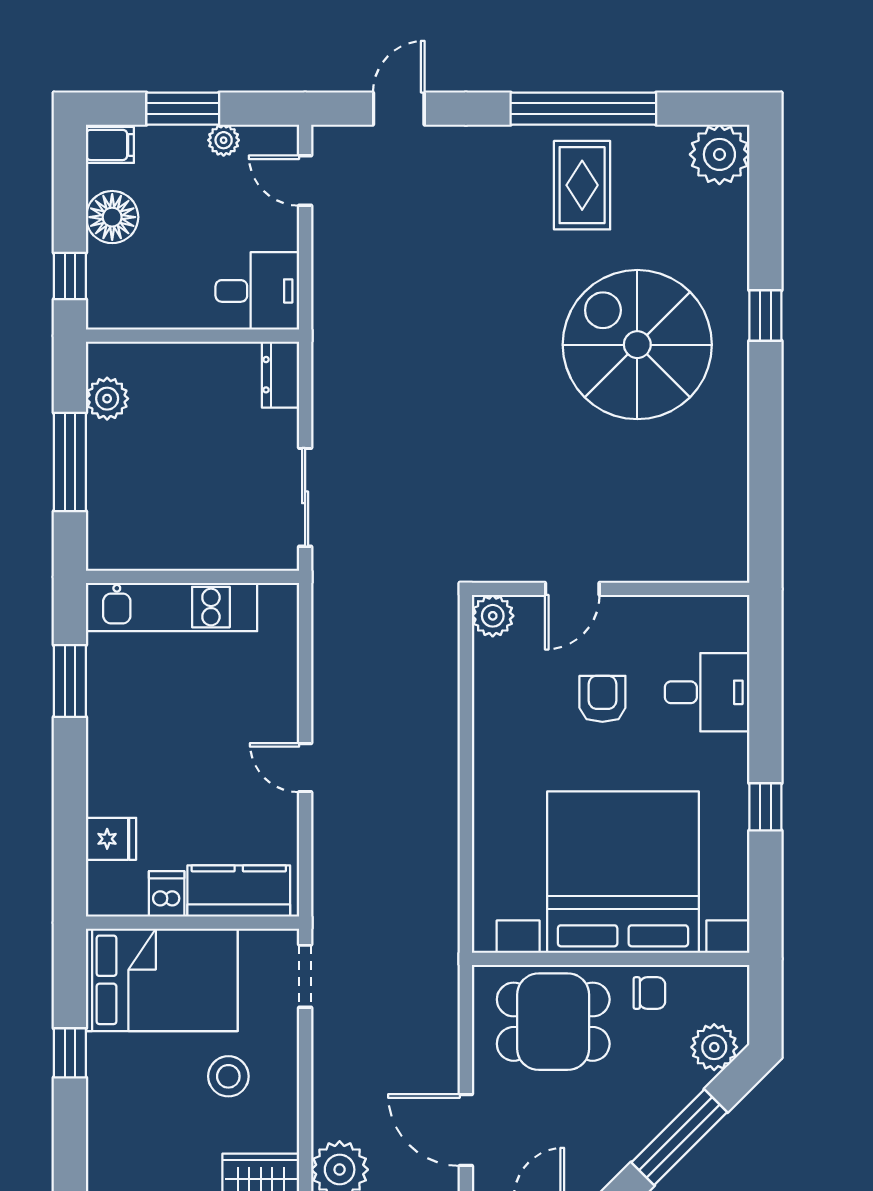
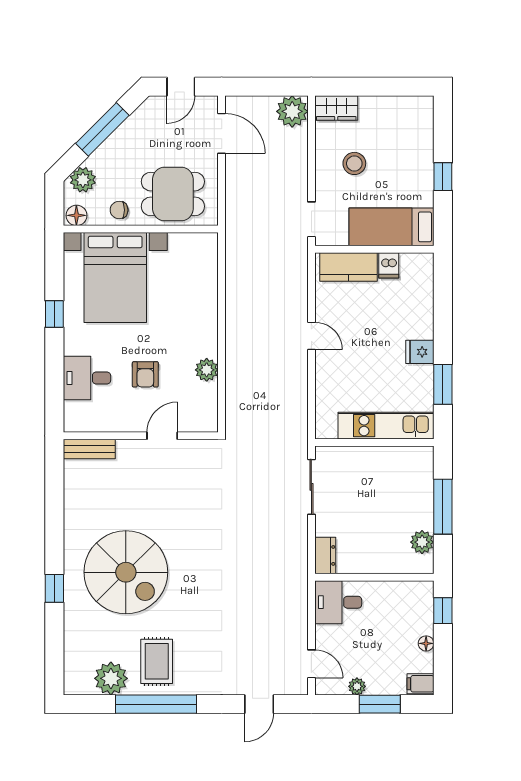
plant: (719, 154) -> (111, 678), moved
floor lamp: (112, 217) -> (426, 643), width x0.53, depth x0.53
bench: (703, 565) -> (89, 449), added
plant: (493, 616) -> (207, 370), moved
fridge: (111, 839) -> (420, 352), moved
bed with nightstands: (623, 872) -> (115, 278), width x0.73
bed: (162, 980) -> (391, 227), width x0.67
floor lamp: (726, 983) -> (76, 215), added

